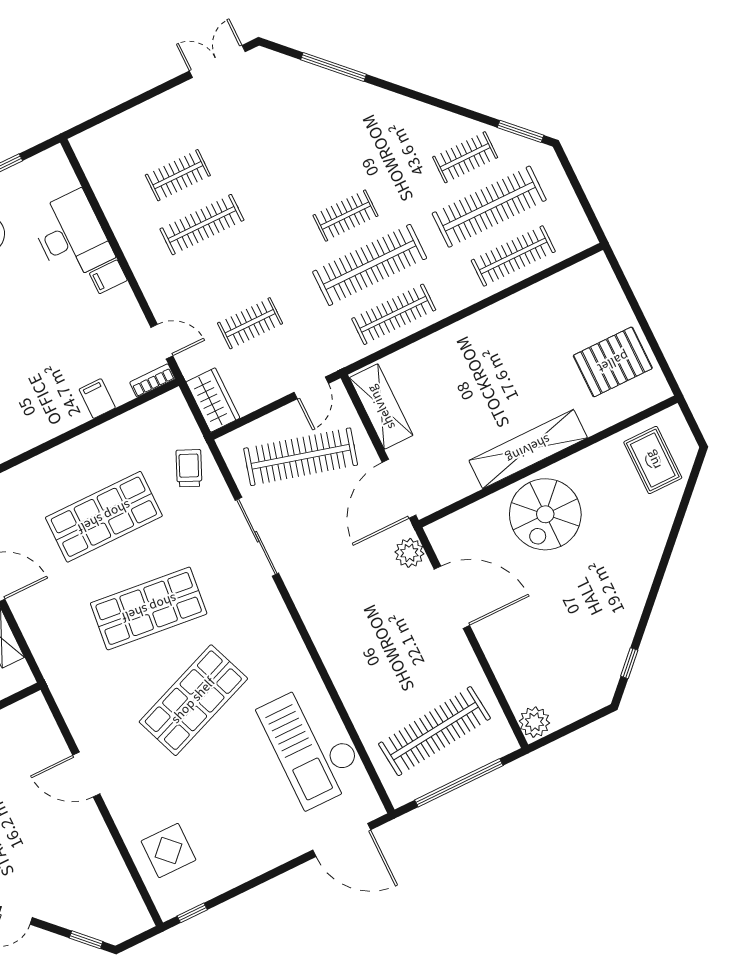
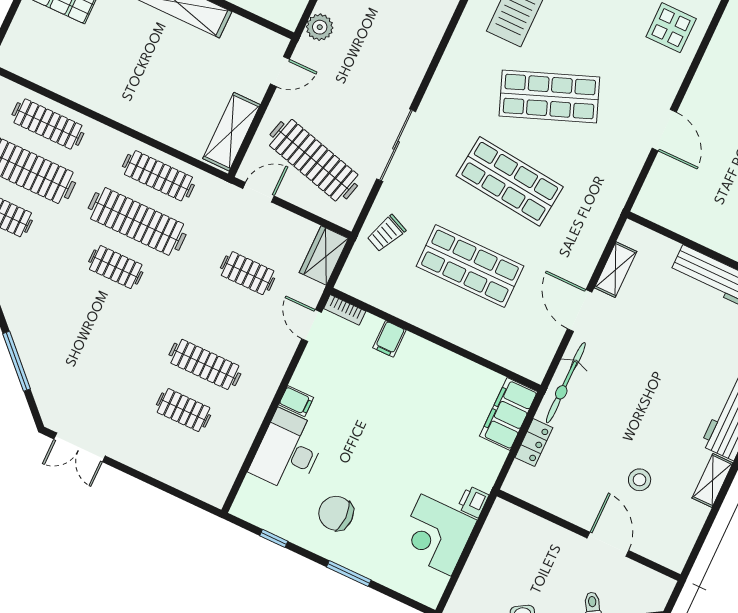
door: (399, 489) -> (280, 72), width x0.53

